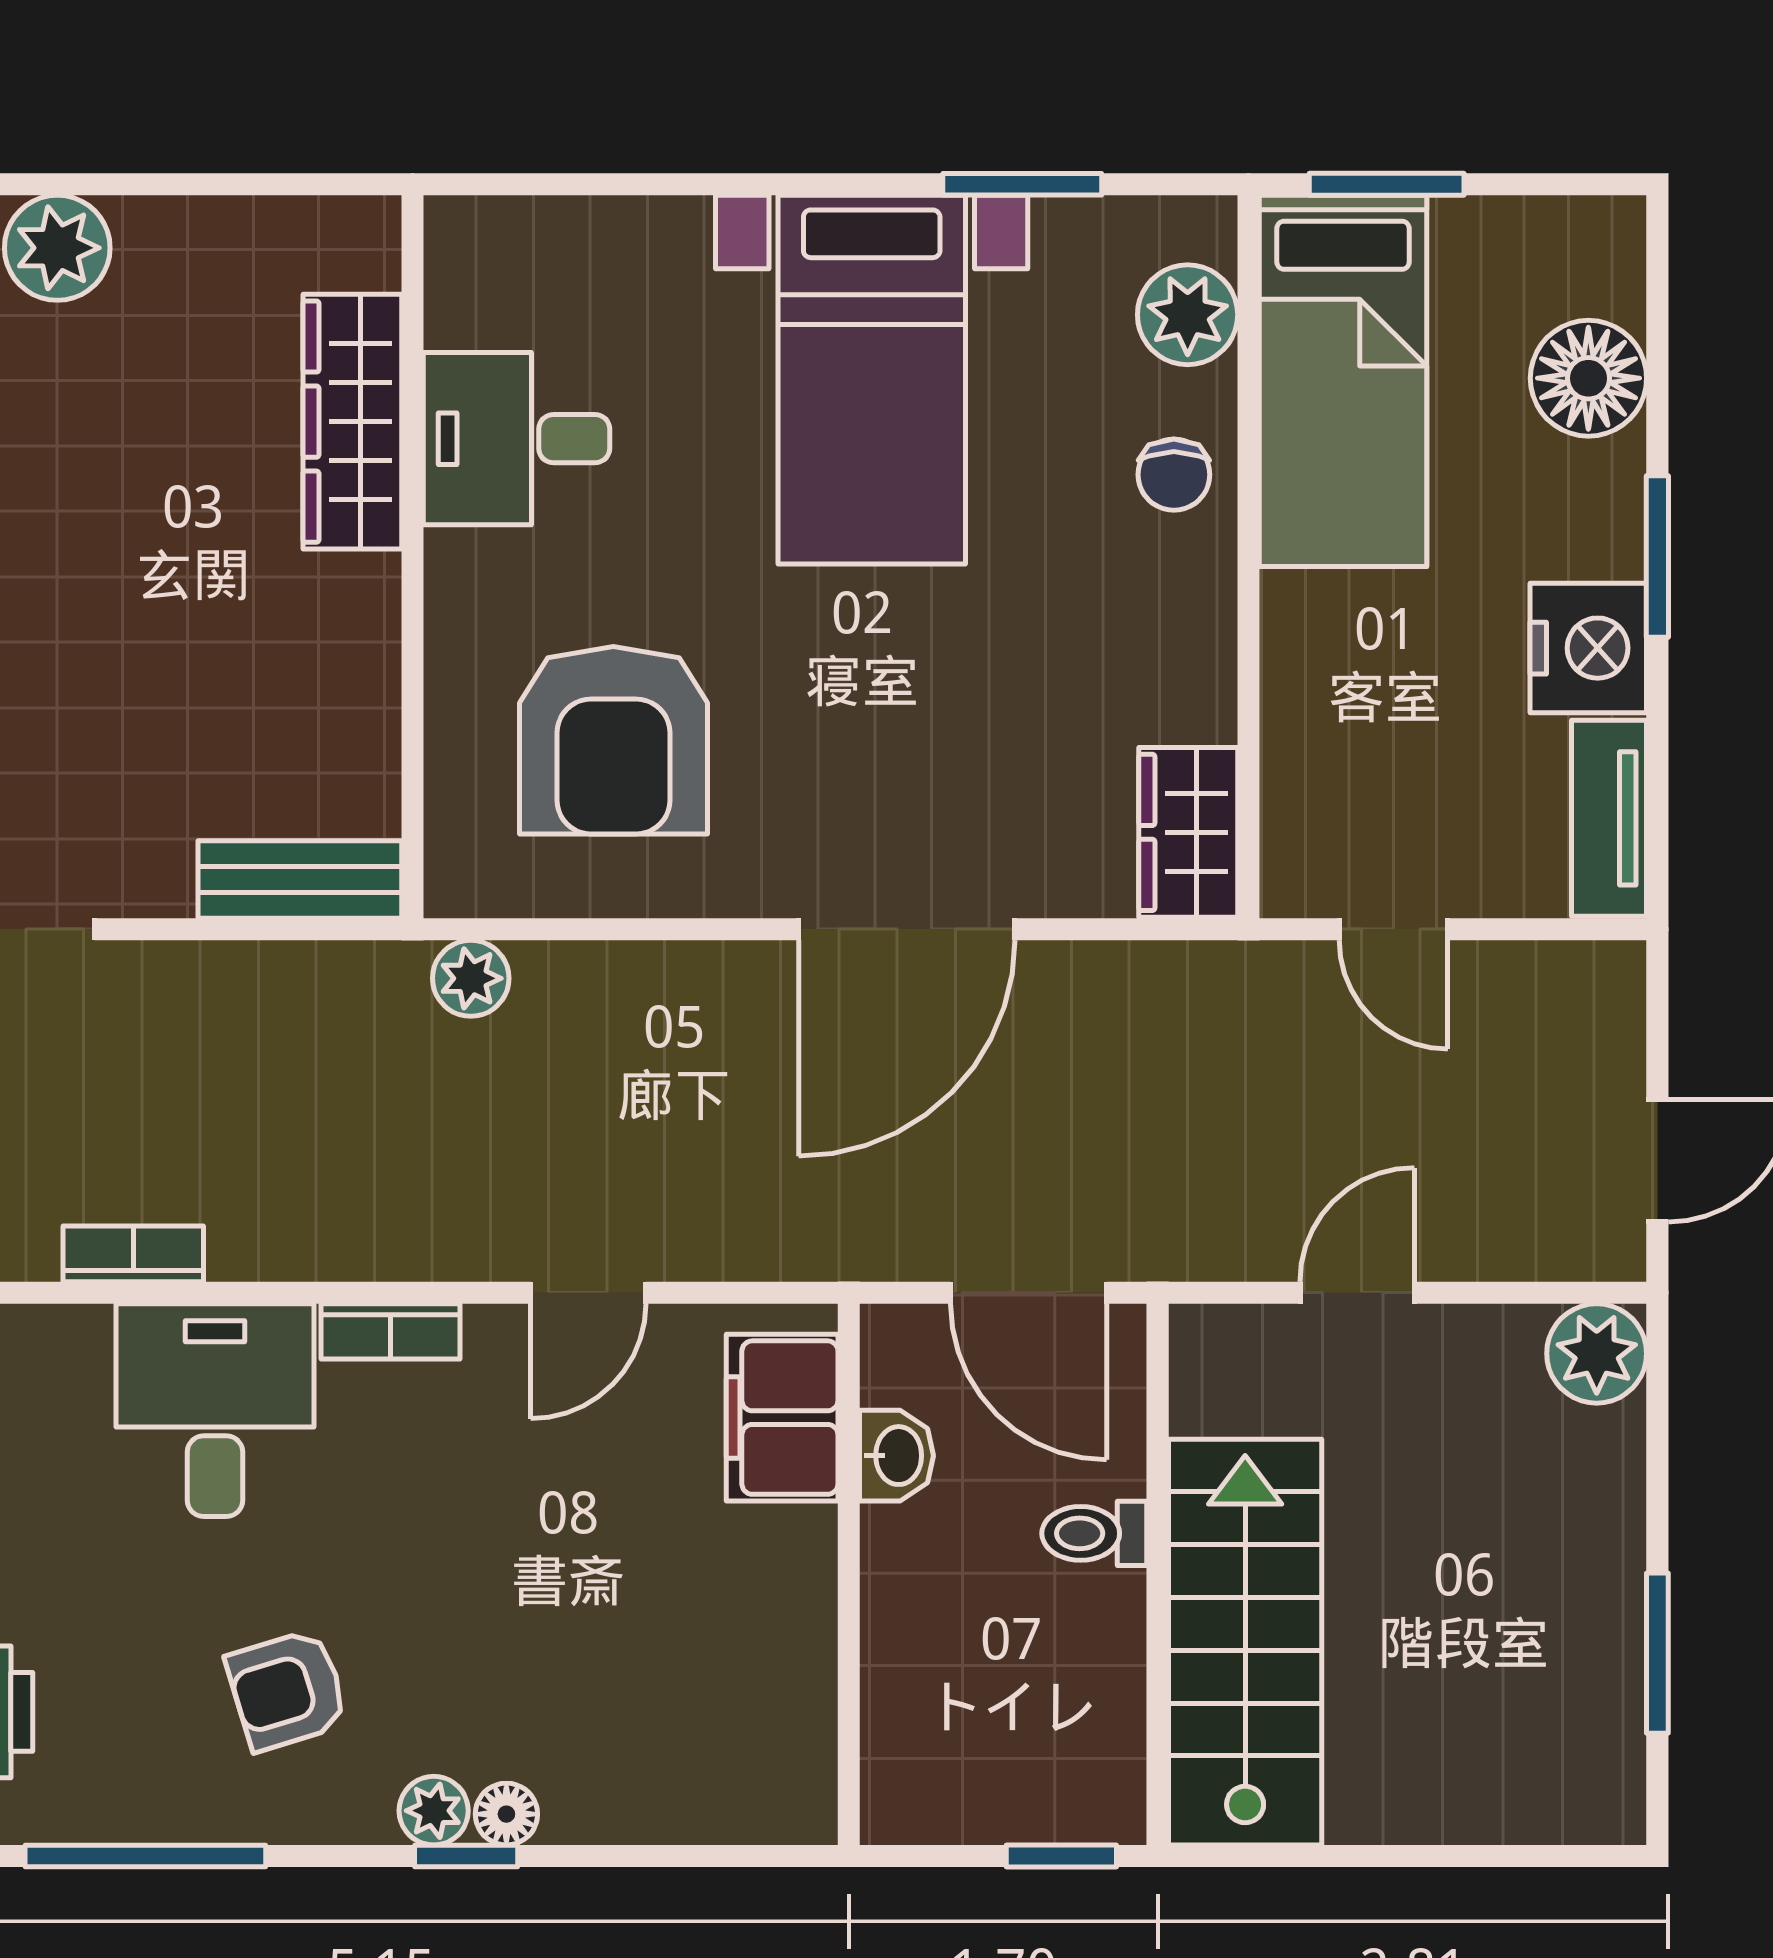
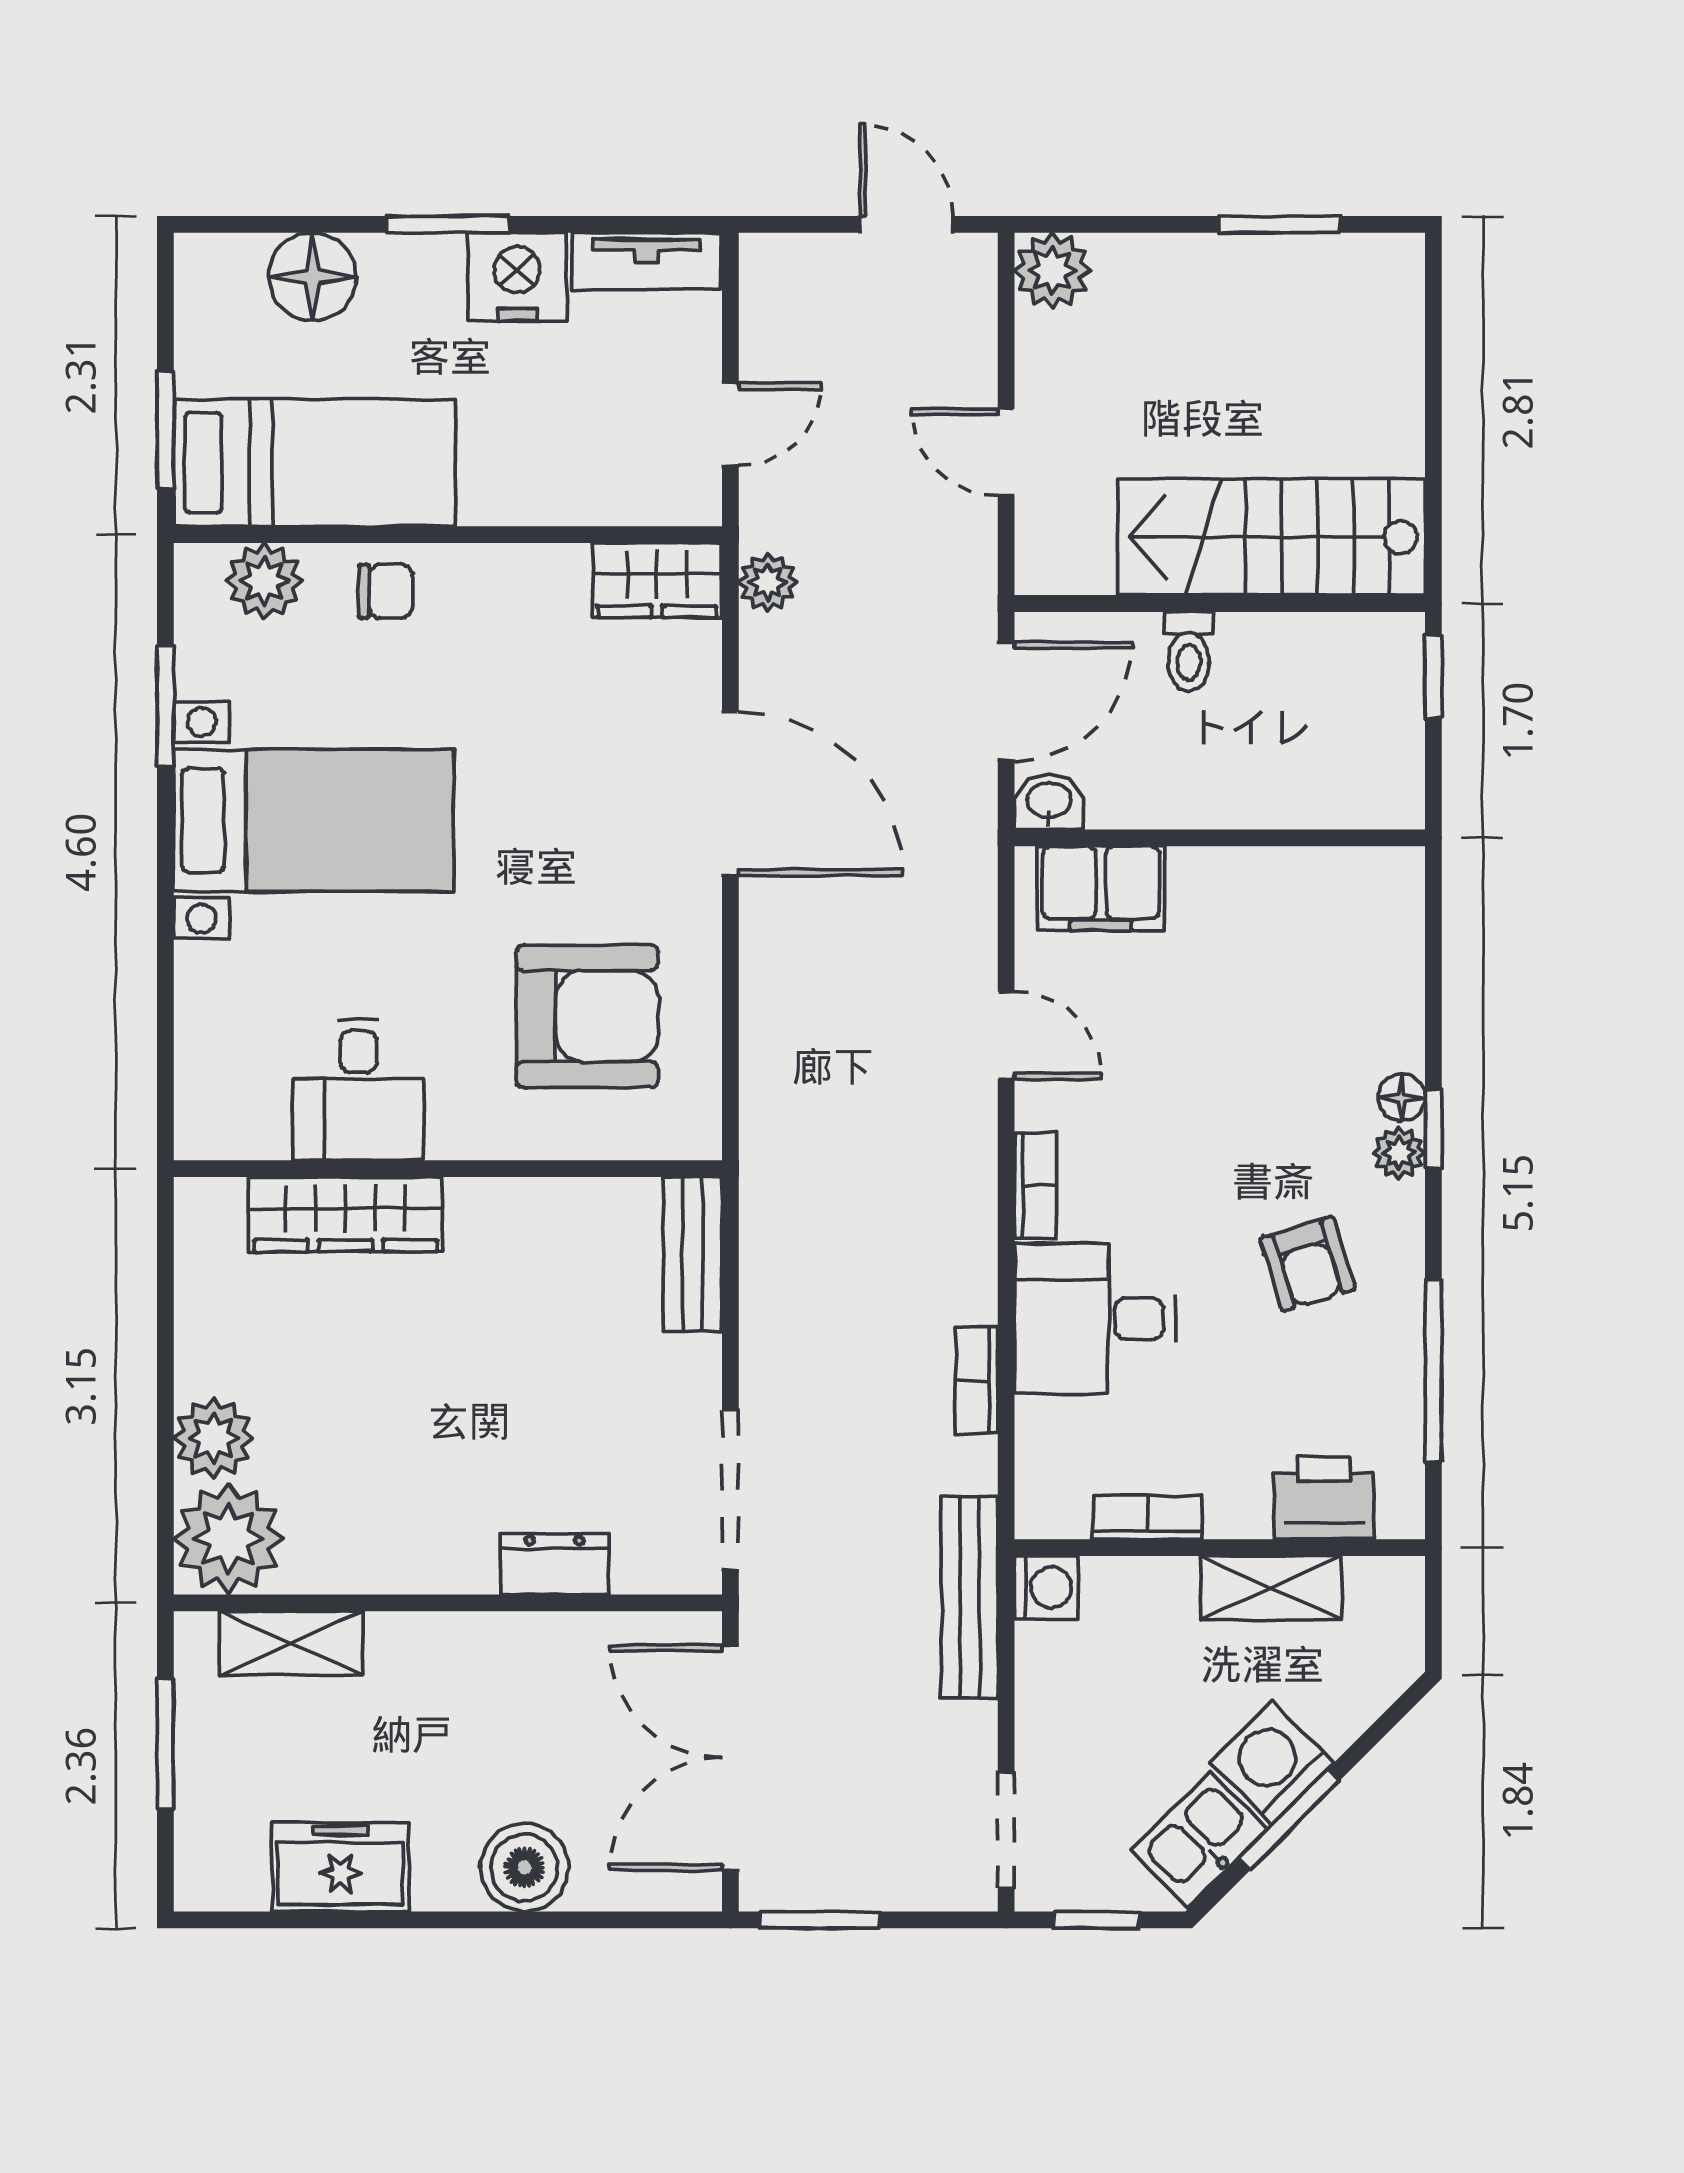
plant: (471, 978) -> (768, 582), moved
washbasin: (896, 1456) -> (1049, 802), moved

